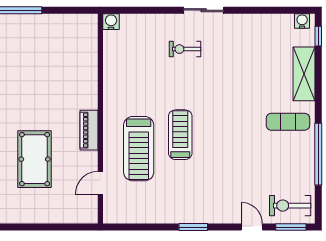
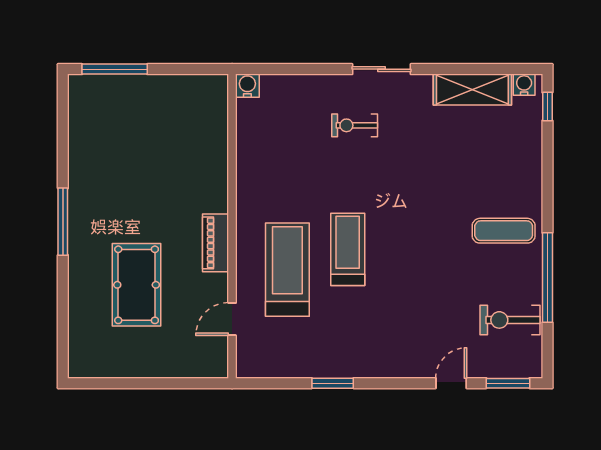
shelving: (304, 74) -> (472, 90), moved, turned 90
treadmill: (139, 149) -> (287, 270), turned 180
exercise bike: (290, 206) -> (510, 320), moved
window: (193, 227) -> (333, 383), moved
door: (252, 227) -> (451, 383), hinge flipped

